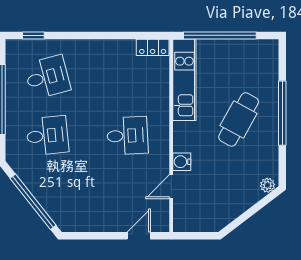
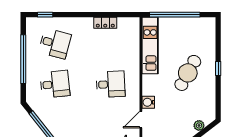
locker: (153, 47) -> (105, 23), moved
desk: (47, 77) -> (55, 43), turned 30
window: (282, 113) -> (218, 68), width x0.32
plant: (267, 185) -> (199, 125), moved

